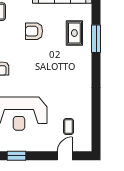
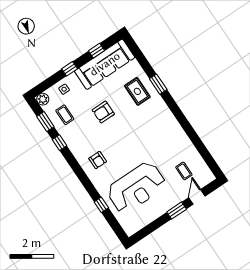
window: (96, 39) -> (158, 84), width x0.69
window: (17, 156) -> (177, 211), moved

